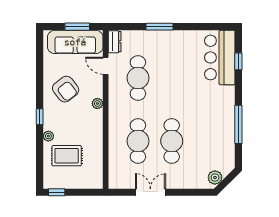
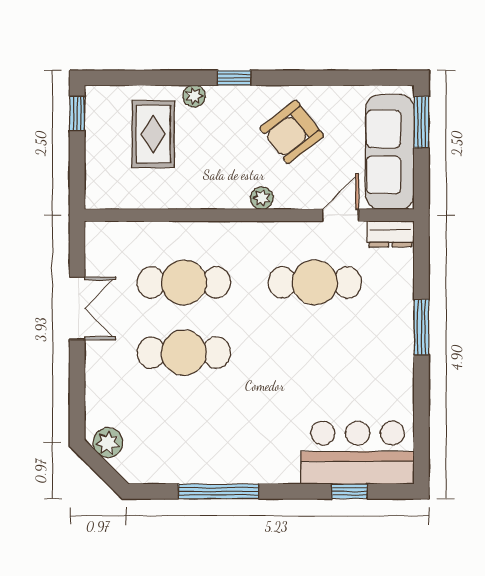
window: (77, 27) -> (421, 122), moved

